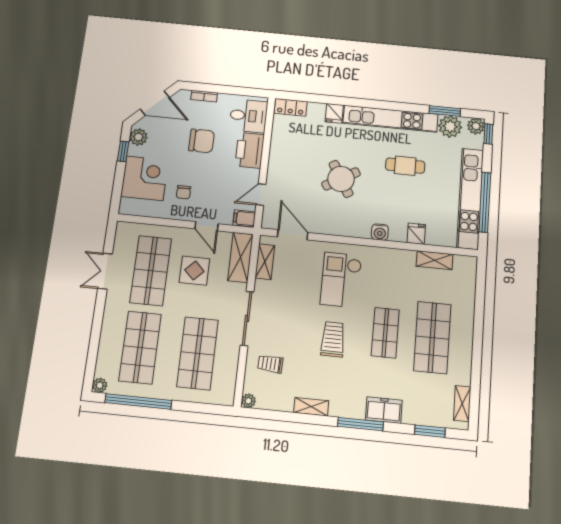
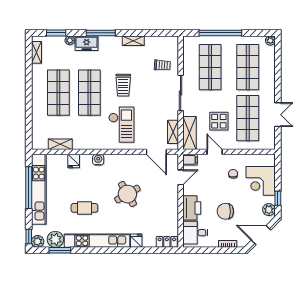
shop shelf: (385, 333) -> (89, 93), width x1.43, depth x1.36
window: (138, 401) -> (220, 33), moved
plant: (249, 401) -> (70, 40), moved

